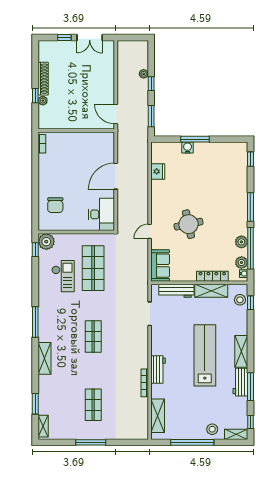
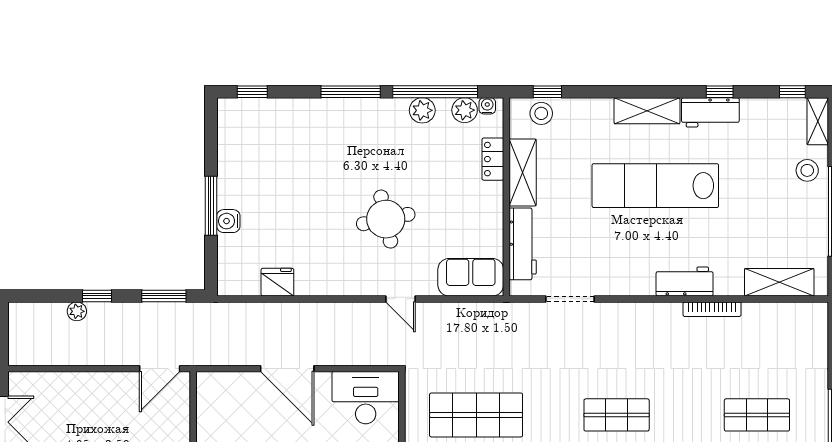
locker: (212, 276) -> (493, 159), width x0.66
window: (250, 387) -> (720, 92), width x0.46

